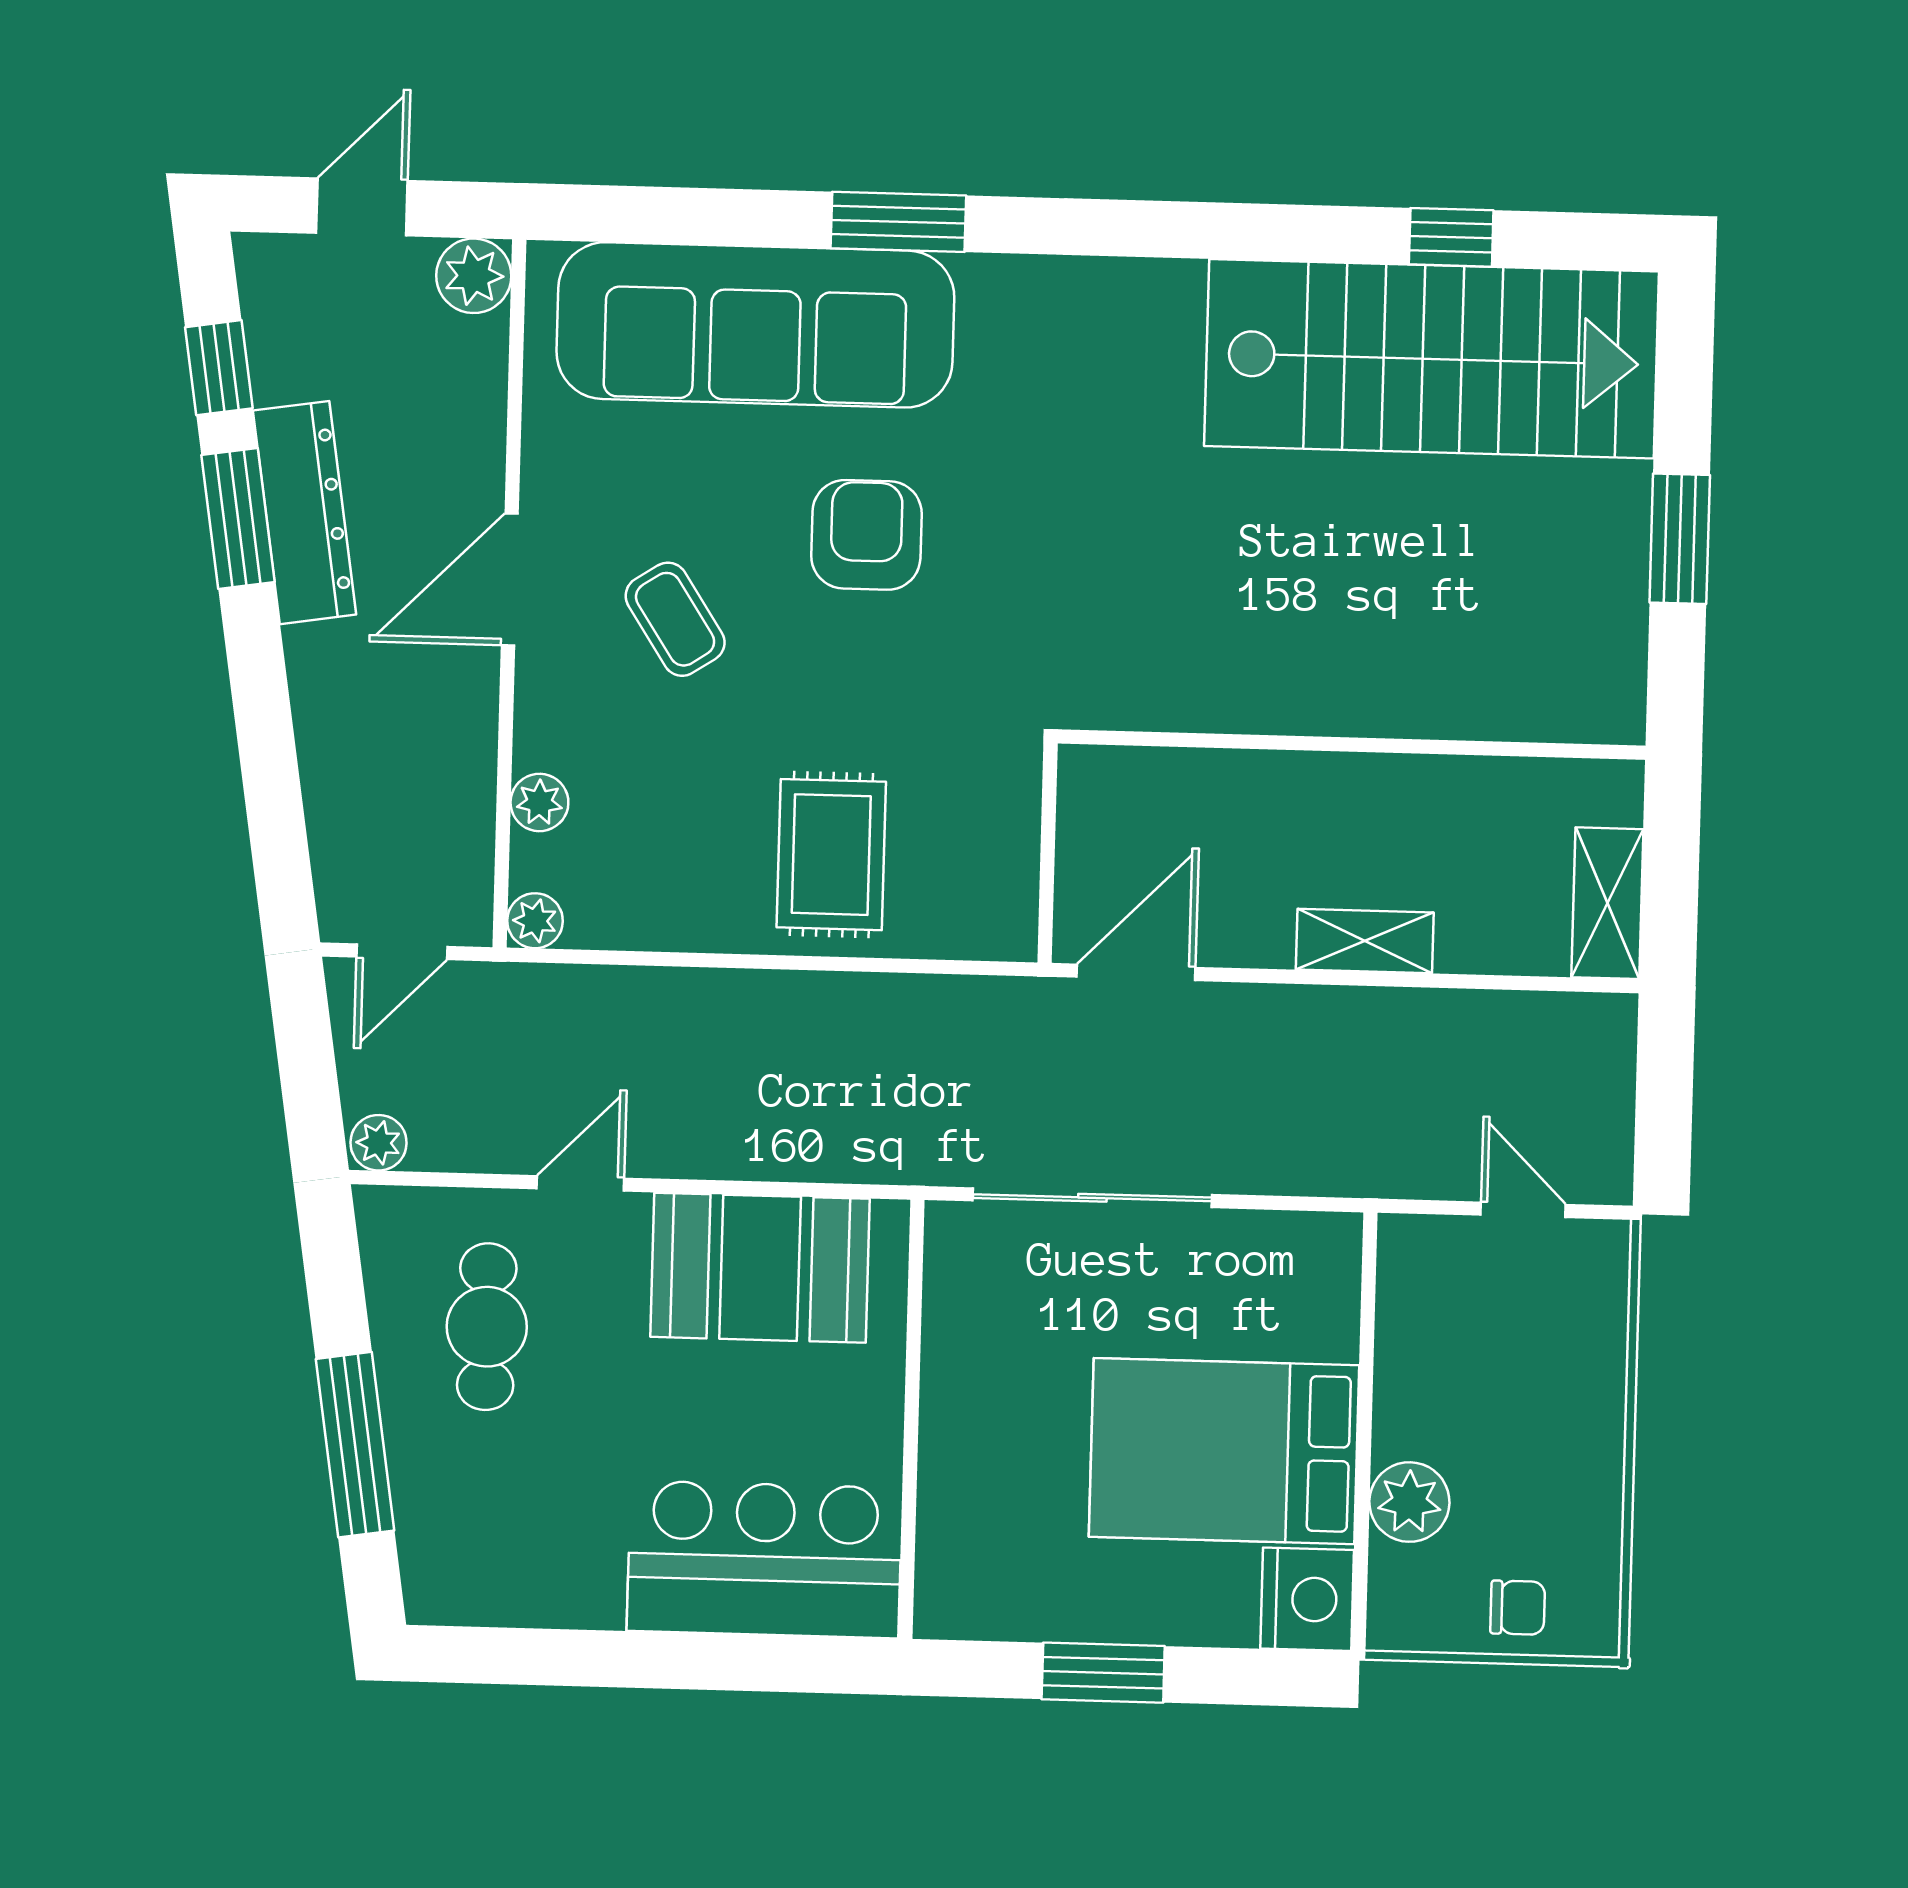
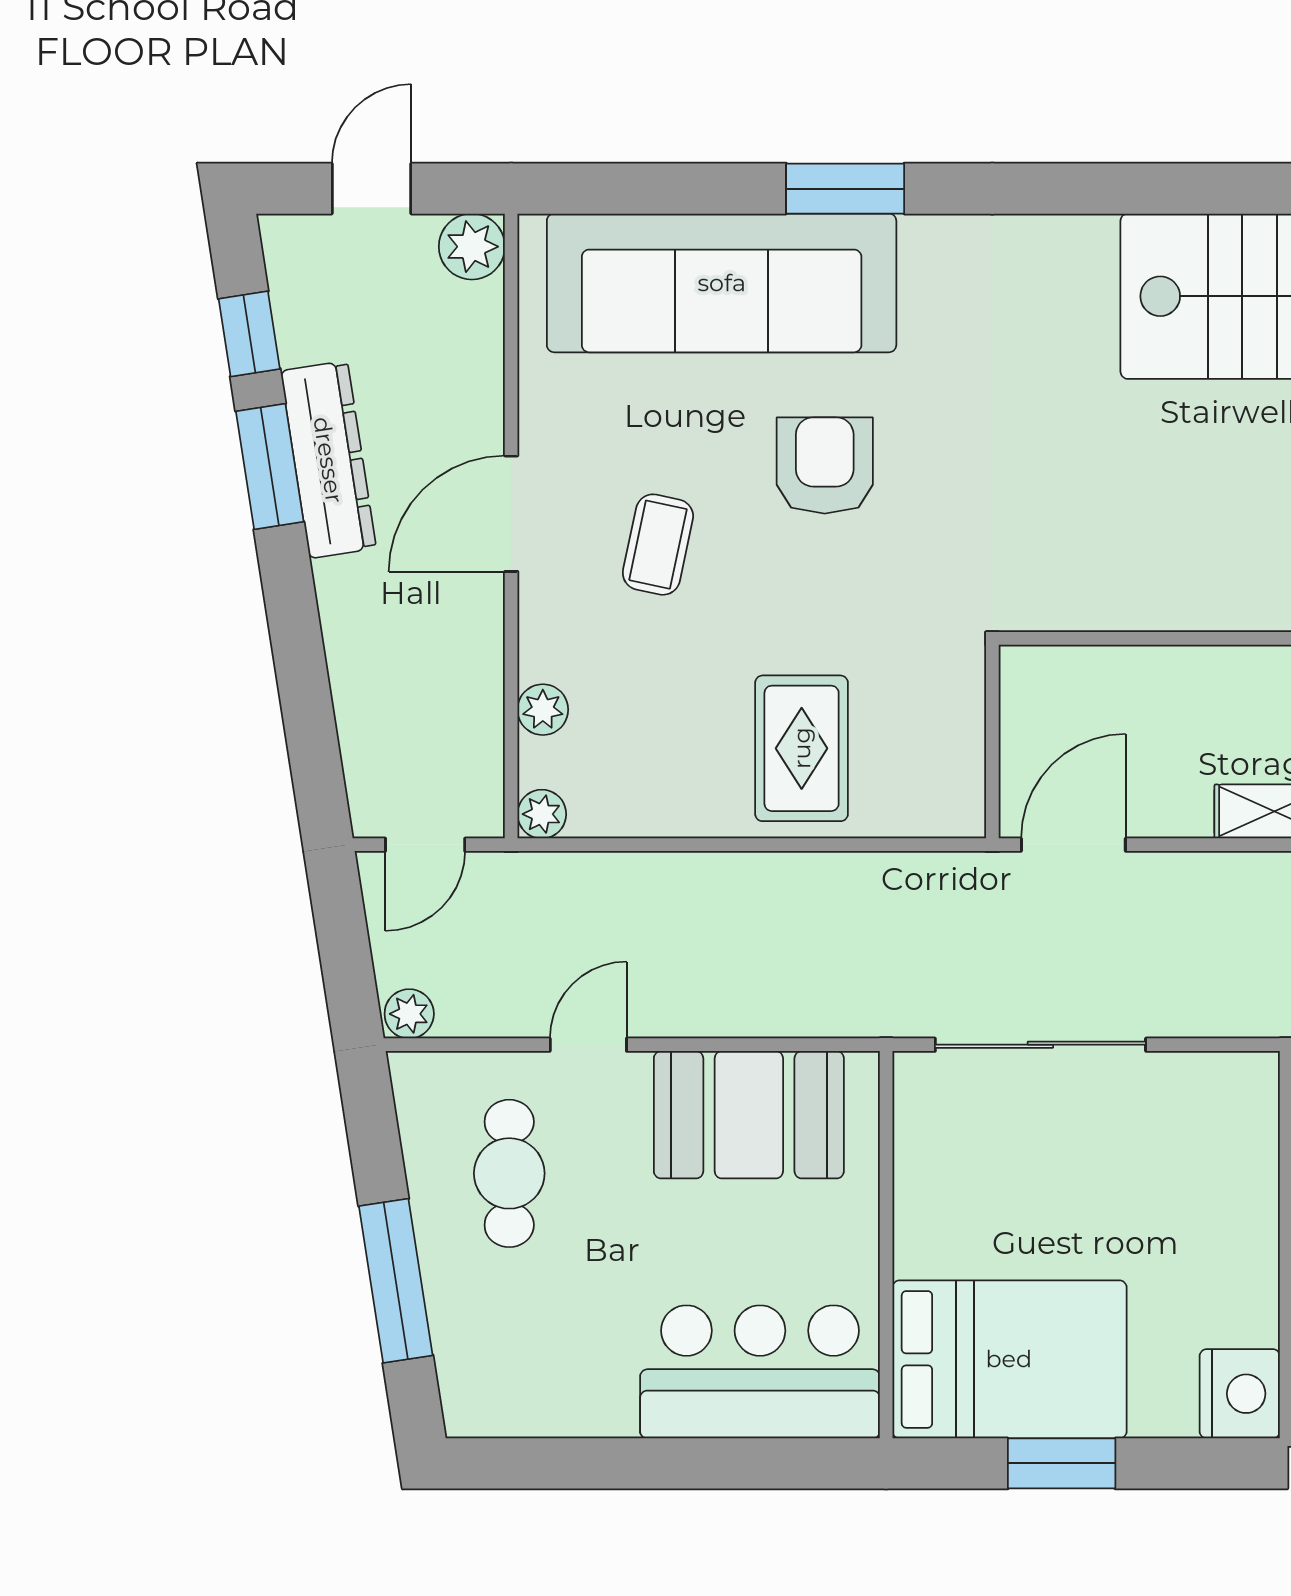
coffee table: (675, 619) -> (658, 545), turned 45
bed: (1224, 1451) -> (1009, 1359), moved, turned 180

